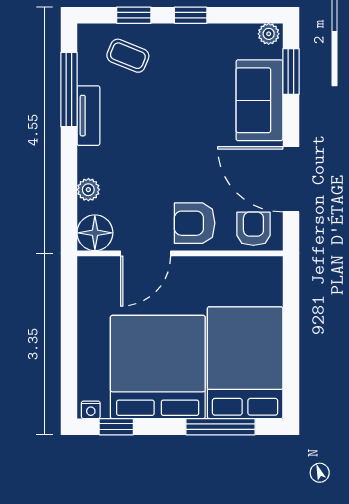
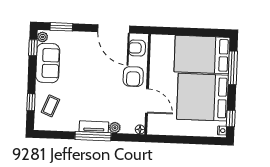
window: (191, 15) -> (33, 48), moved
window: (69, 90) -> (93, 136), moved
sofa: (259, 100) -> (48, 63), moved, turned -90
tv unit: (88, 116) -> (94, 127), moved
door: (291, 179) -> (114, 29), hinge flipped
floor lamp: (95, 233) -> (140, 129), width x0.53, depth x0.53

